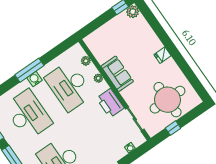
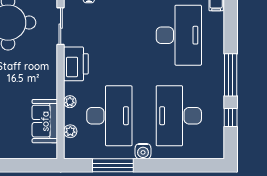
window: (29, 70) -> (113, 165), moved
sofa: (117, 74) -> (45, 121), moved

